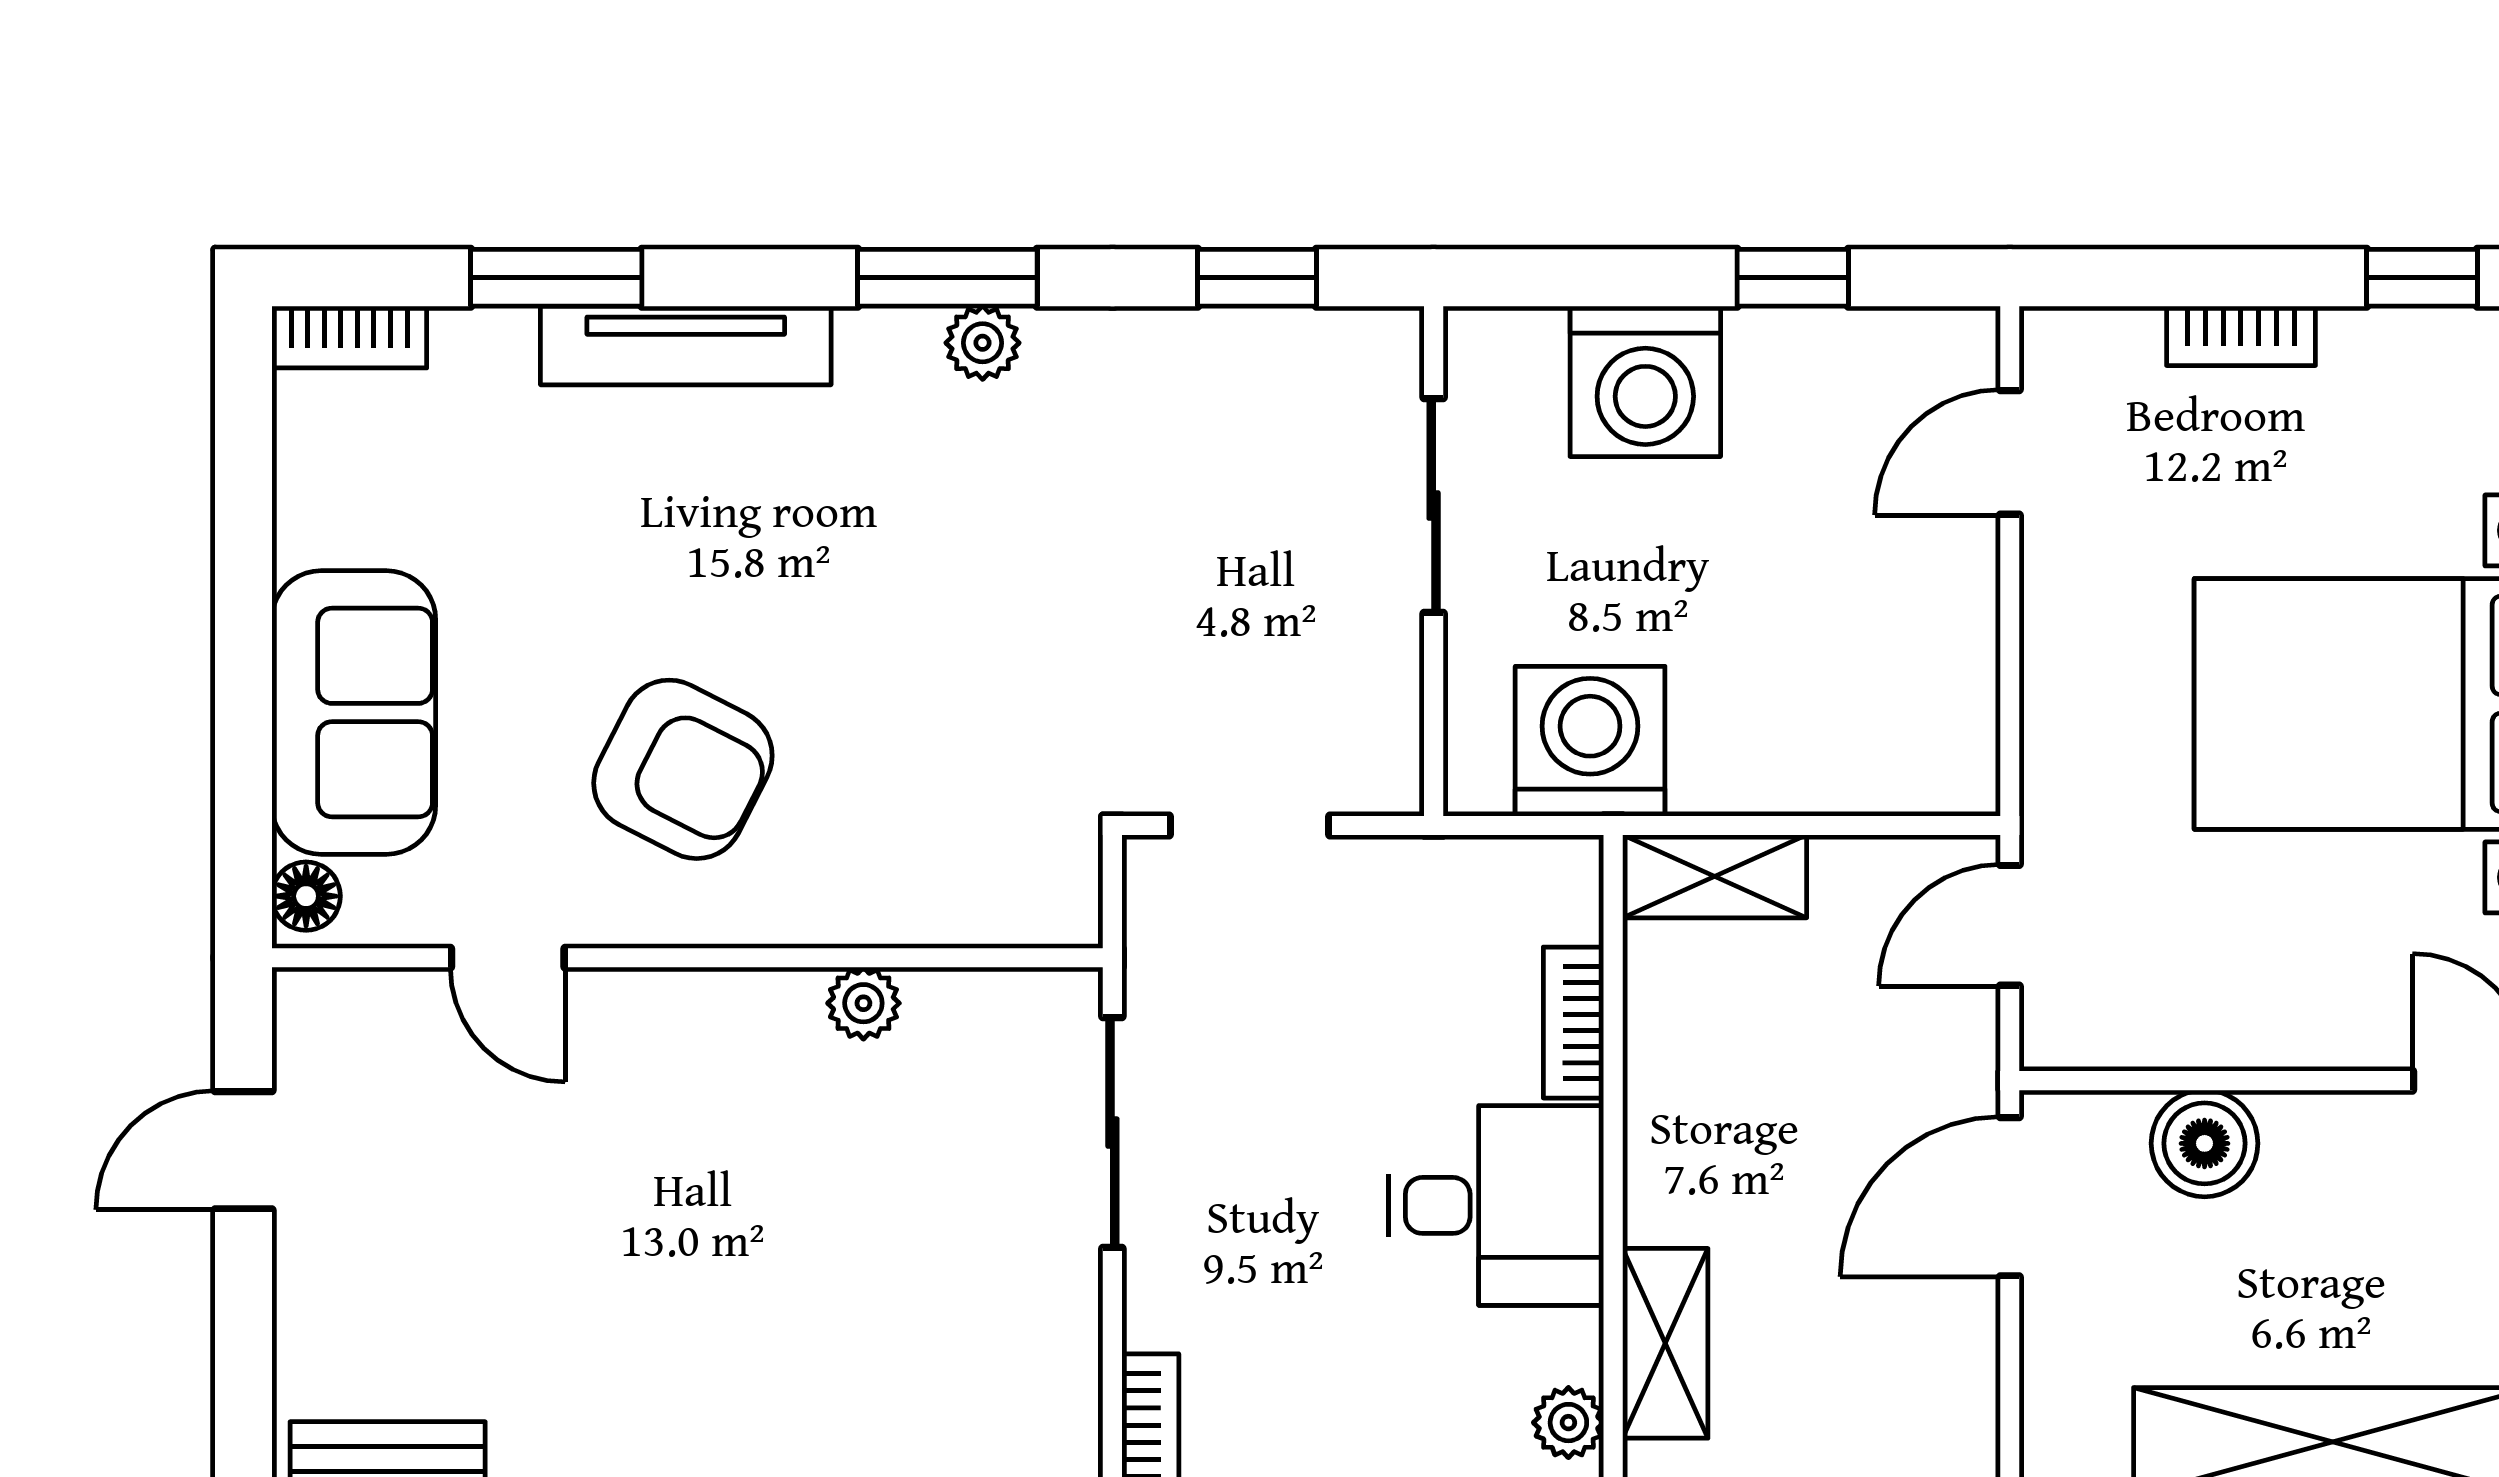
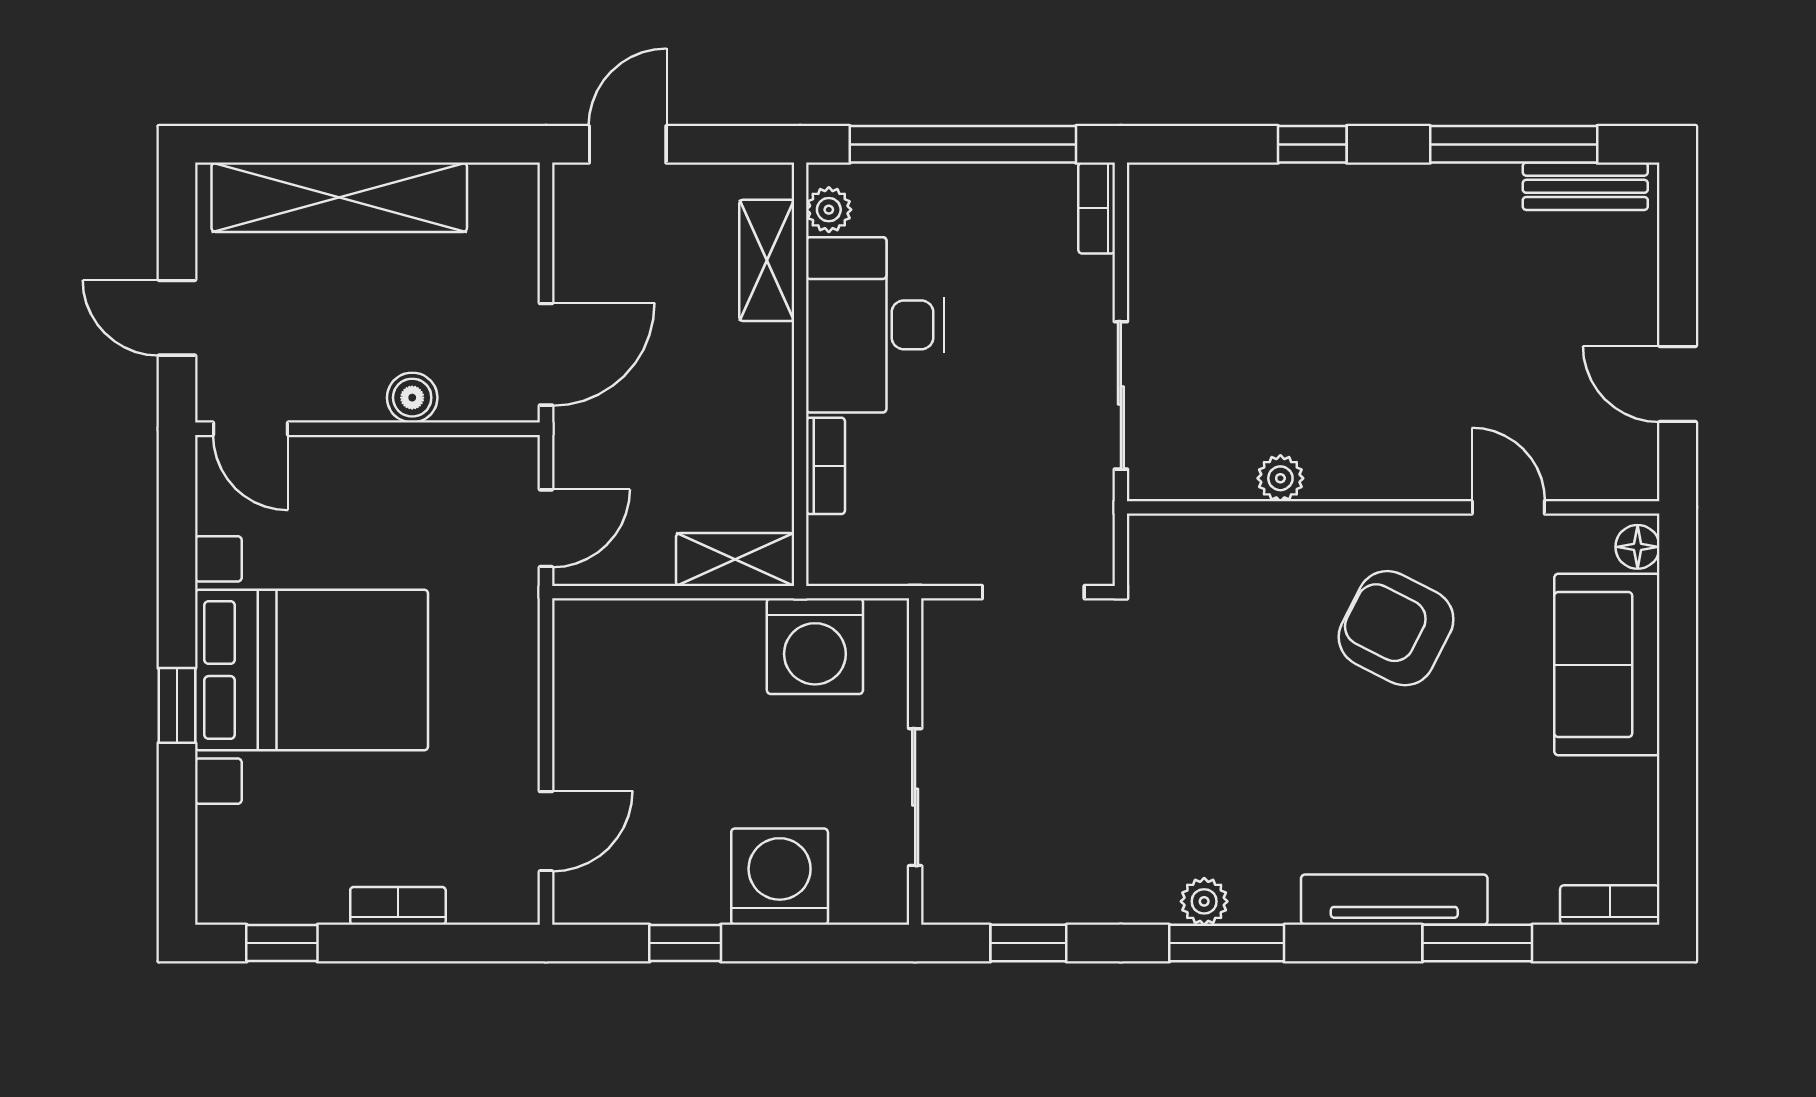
boiler: (2205, 1143) -> (412, 398), width x0.73, depth x0.73
door: (243, 1150) -> (1678, 384), swing flipped
desk: (1496, 1205) -> (875, 325), width x1.37

